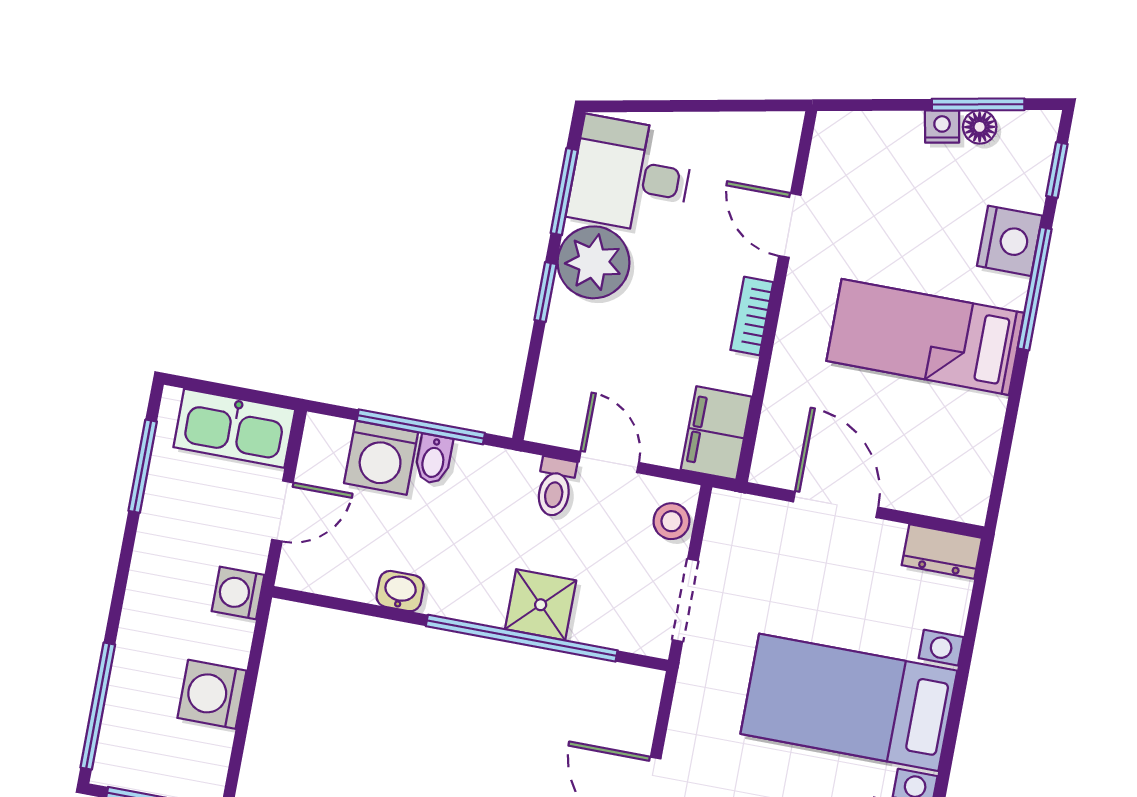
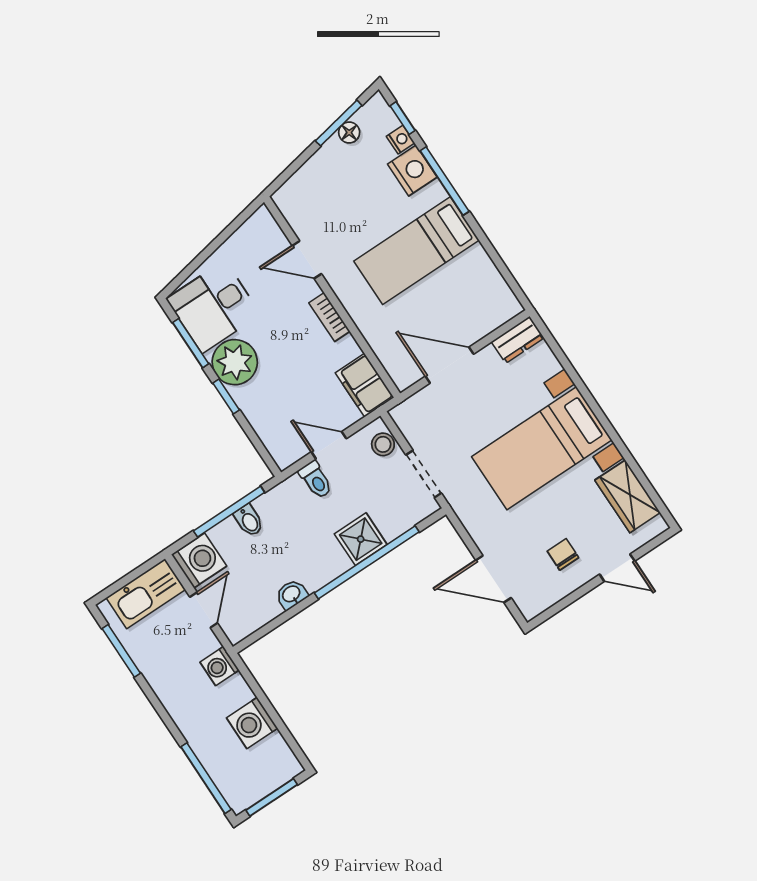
nightstand: (942, 127) -> (401, 140), moved, turned 101
washing machine: (381, 458) -> (199, 560), moved, turned -90

